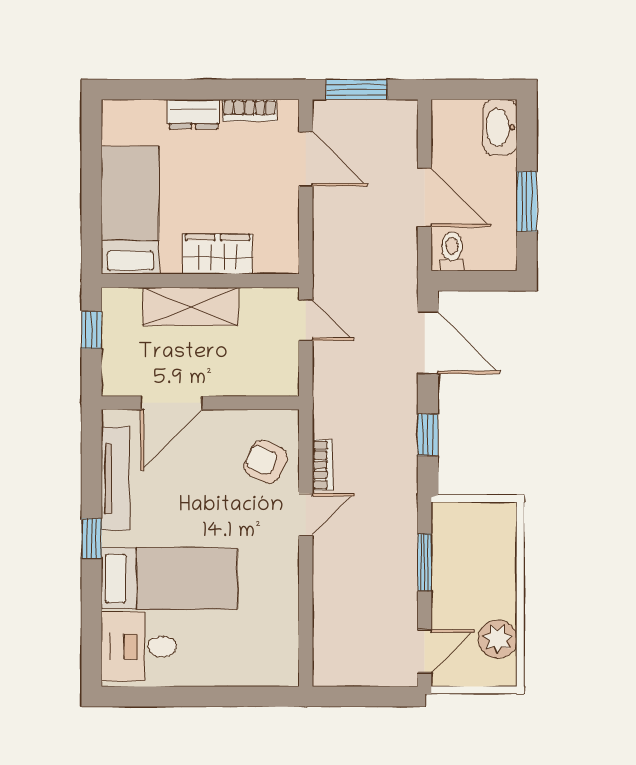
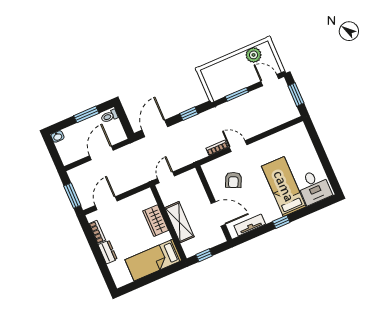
washbasin: (500, 127) -> (58, 136), width x0.52, depth x0.69
toilet: (452, 251) -> (109, 116), moved
armchair: (266, 462) -> (233, 180), moved
tv unit: (115, 479) -> (250, 225), width x0.71
window: (366, 696) -> (296, 95), added

